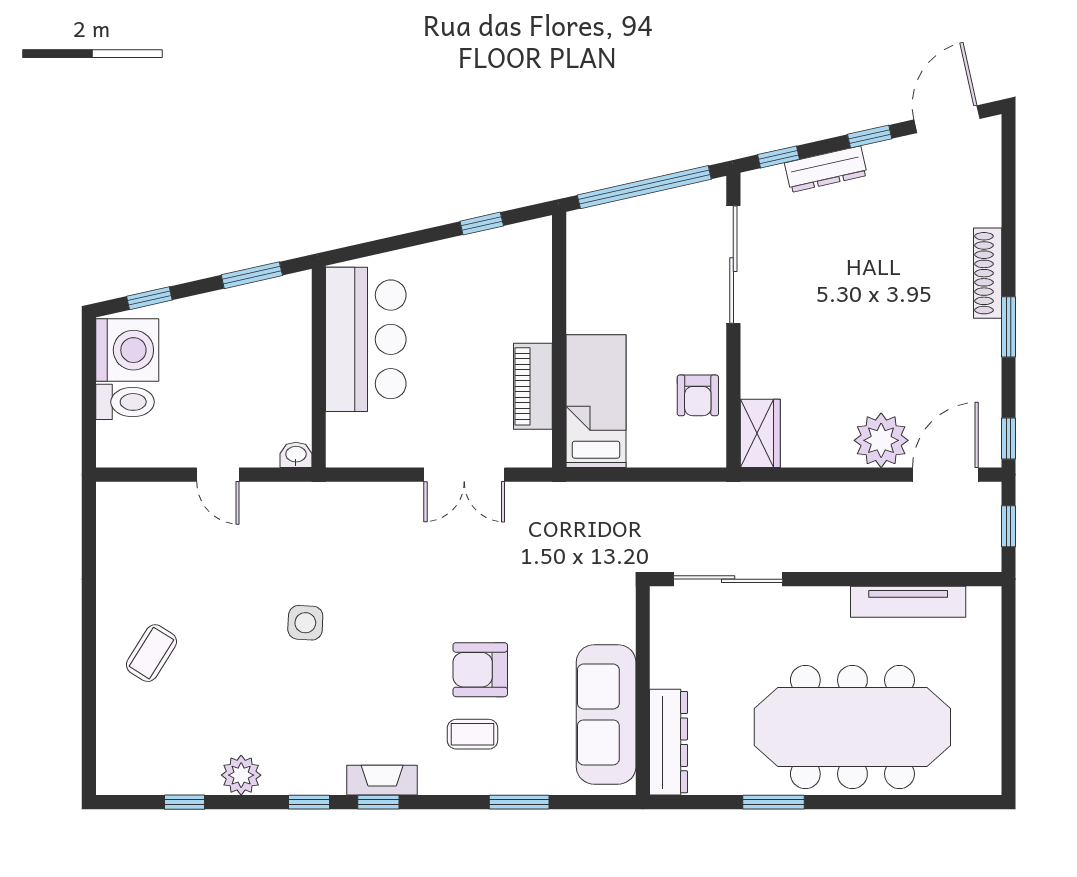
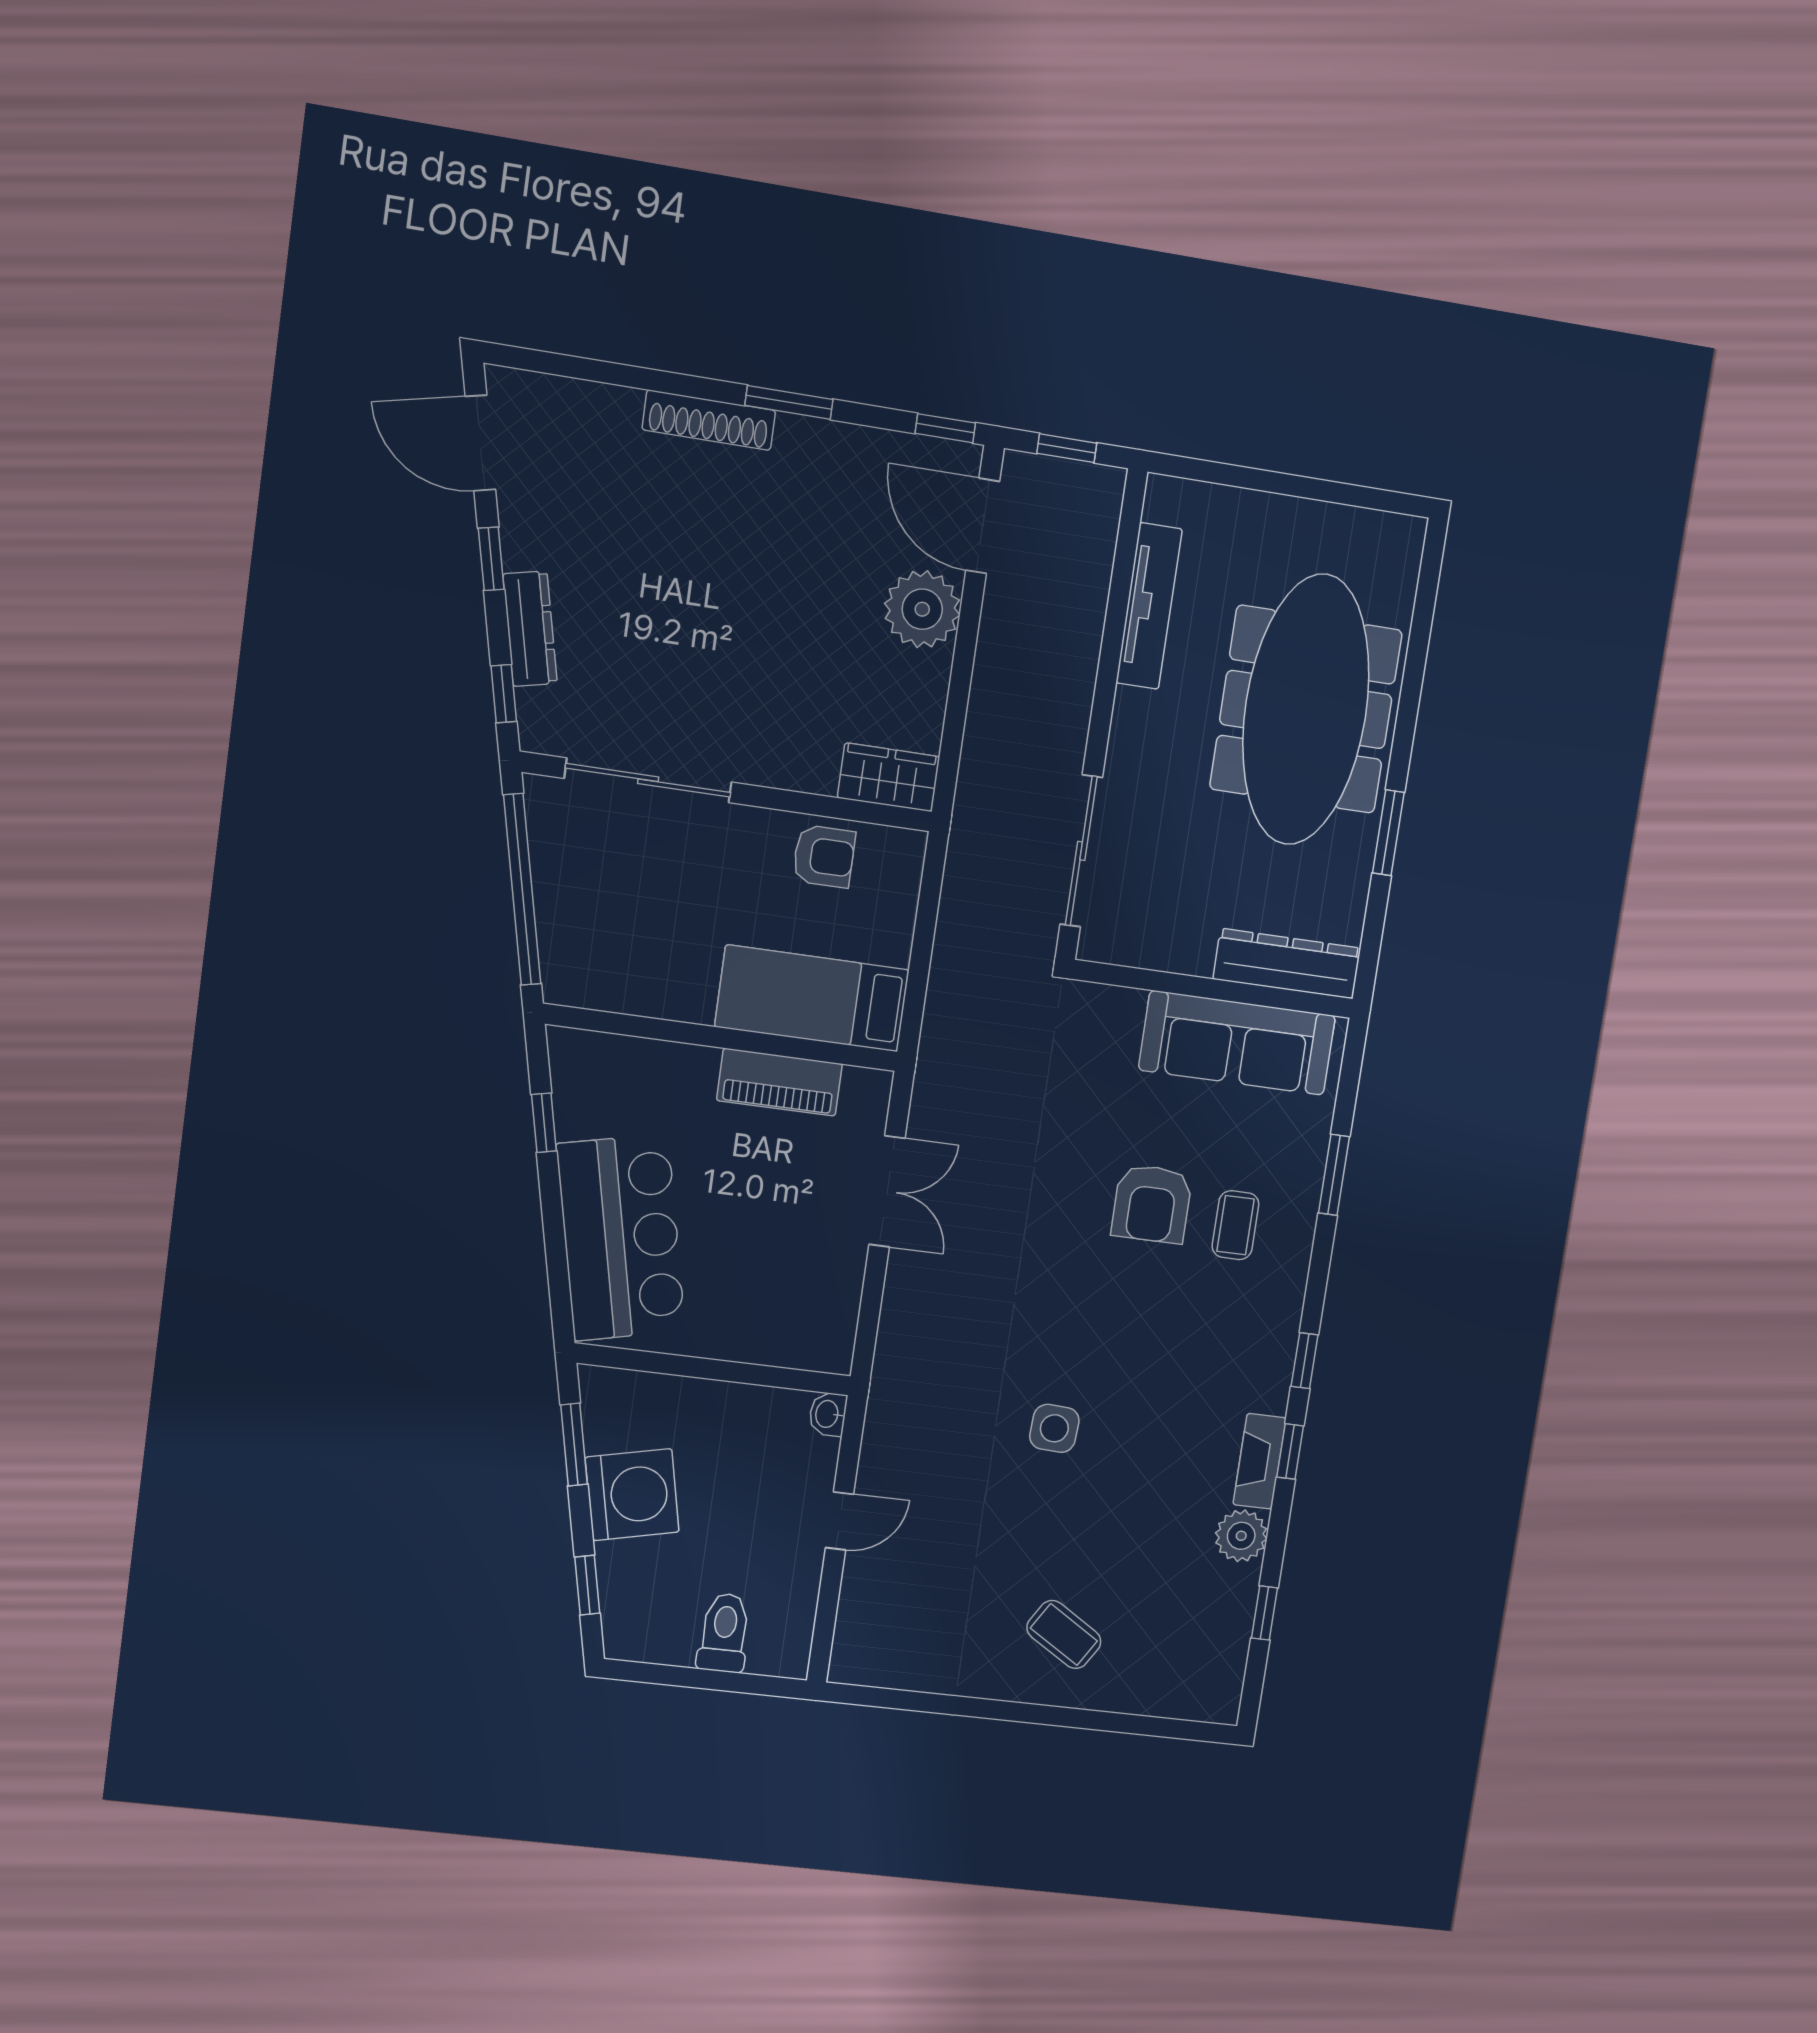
bar counter: (366, 339) -> (621, 1238), moved, turned 77
washing machine: (127, 350) -> (632, 1495), moved, turned 77
fireplace: (382, 780) -> (1260, 1461), moved

